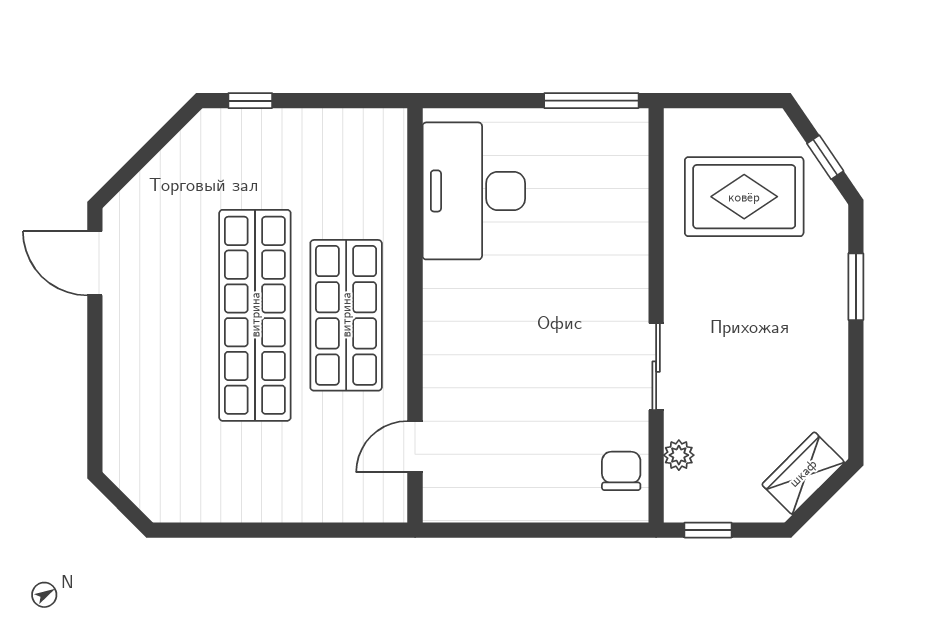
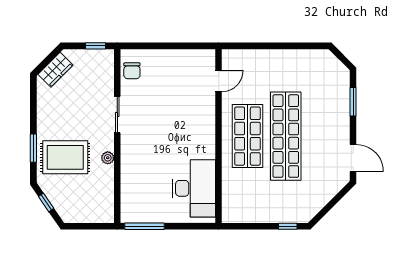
rug: (744, 197) -> (65, 157), moved
window: (95, 397) -> (353, 102), added
plant: (679, 455) -> (108, 158), moved

